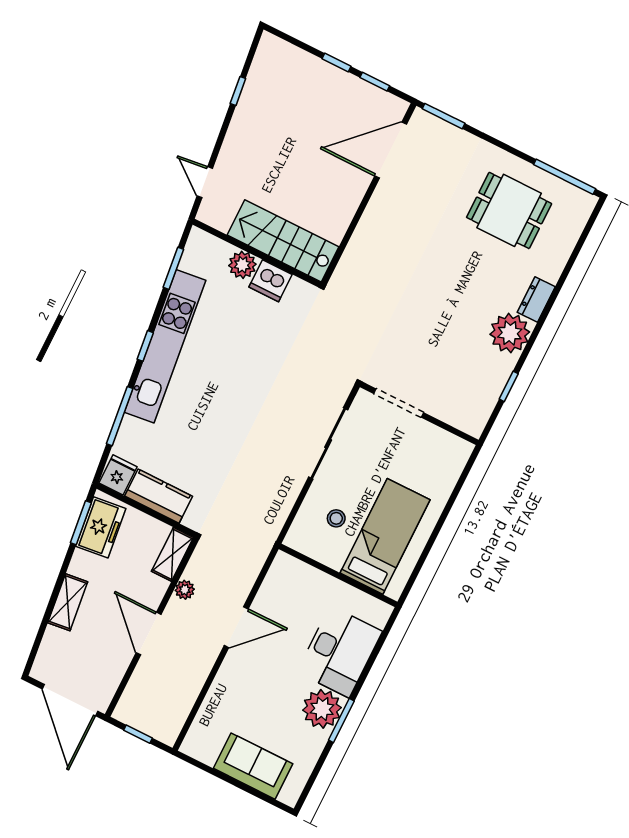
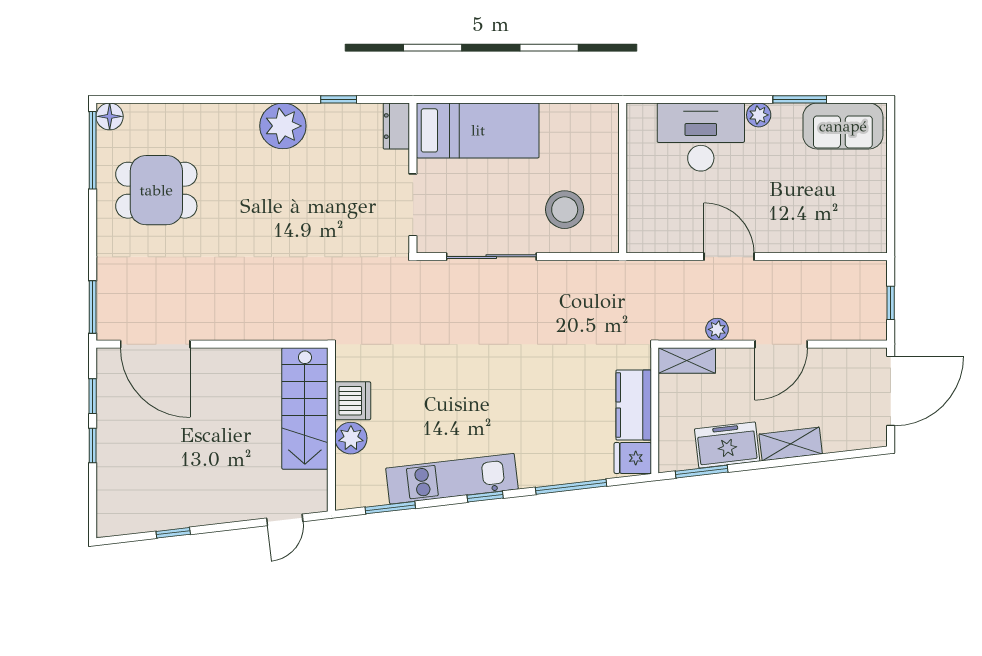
floor lamp: (584, 203) -> (110, 116), added
dining table: (509, 210) -> (156, 190), turned 90
dresser: (536, 299) -> (396, 126), moved, turned 90
kitchen unit: (165, 346) -> (452, 479), width x0.73
stool: (336, 518) -> (565, 210), width x1.89, depth x1.89
freezer: (101, 527) -> (727, 445), moved
bed: (385, 536) -> (478, 130), moved, turned 180
plant: (322, 709) -> (759, 115), width x0.53, depth x0.53
window: (341, 721) -> (800, 99), moved
sofa: (253, 766) -> (843, 126), moved, turned -90

